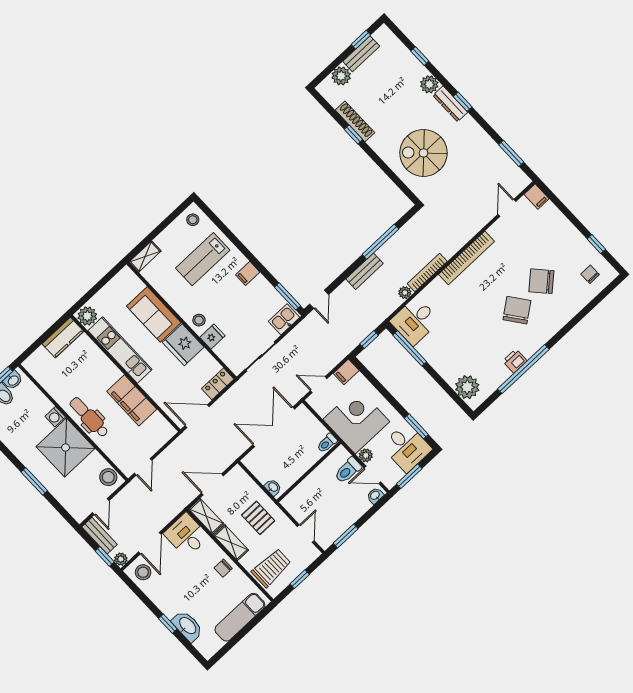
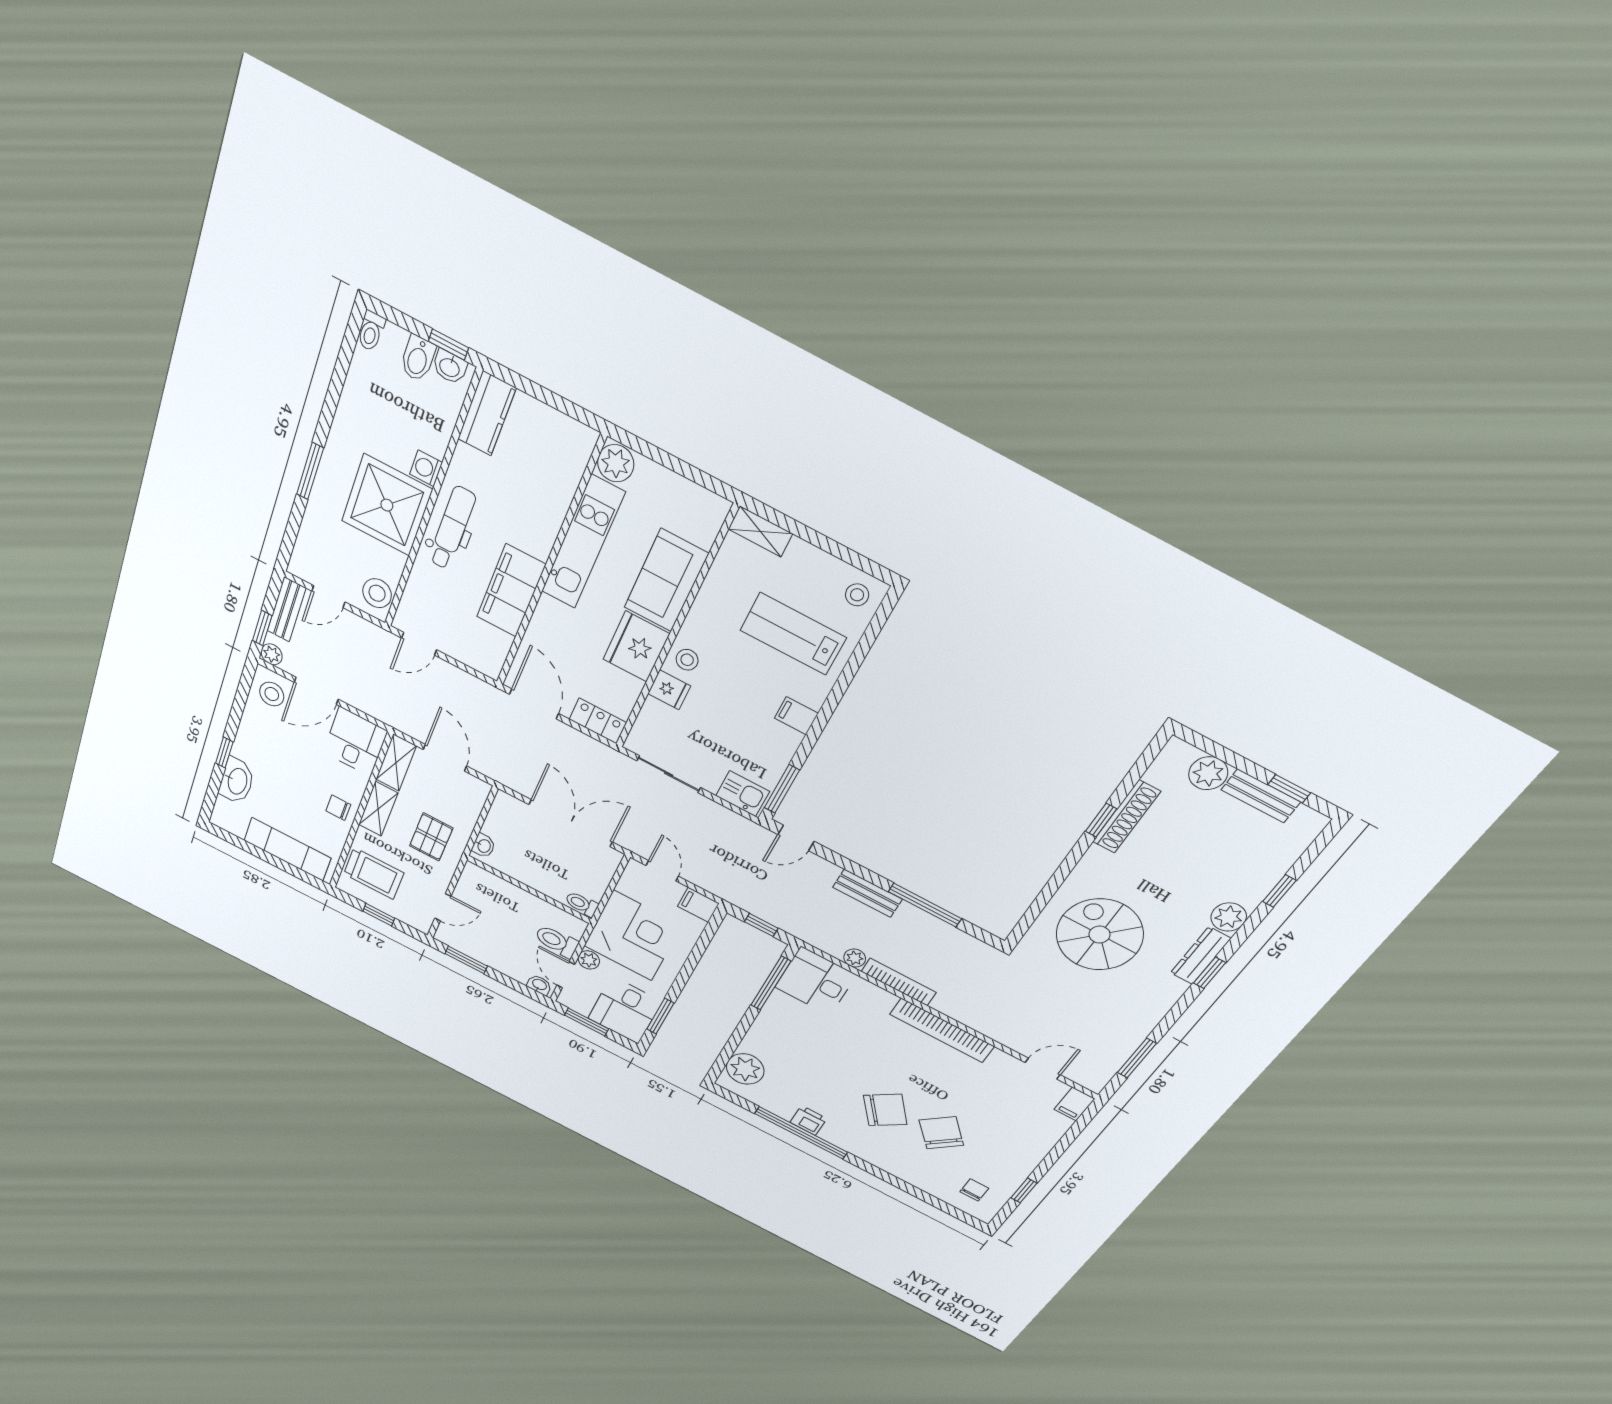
kitchen counter: (63, 338) -> (487, 414), moved, turned -90

